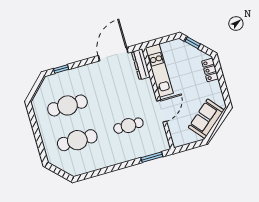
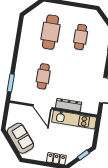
dresser: (141, 64) -> (69, 105), moved
cafe table: (67, 105) -> (81, 37), width x0.73, depth x0.74

